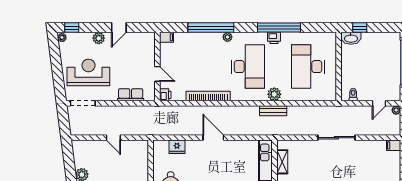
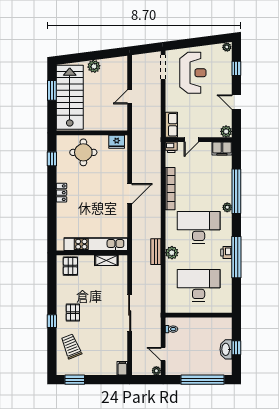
window: (72, 28) -> (236, 68), moved
window: (360, 28) -> (236, 348), moved
filing cabinet: (167, 37) -> (222, 148), width x2.00
plant: (99, 38) -> (226, 131), moved
washbasin: (351, 38) -> (226, 349), moved
desk: (248, 67) -> (199, 227), turned 180
row of seats: (131, 95) -> (171, 125), moved
fridge: (177, 147) -> (117, 142), moved, turned -90

